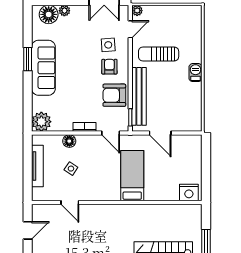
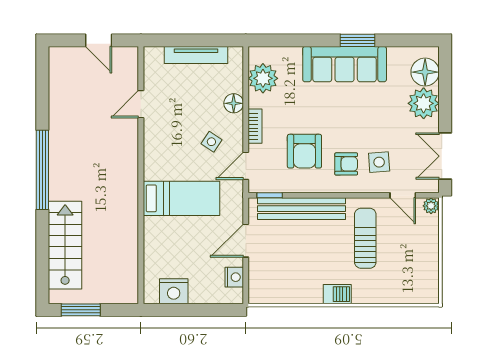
plant: (64, 11) -> (424, 103), width x1.87, depth x1.87
armchair: (114, 95) -> (304, 151), moved, turned 180
plant: (41, 122) -> (263, 78), moved
nightstand: (184, 141) -> (234, 277), added
side table: (71, 169) -> (211, 142), moved
nightstand: (189, 193) -> (174, 291), moved, turned -90

